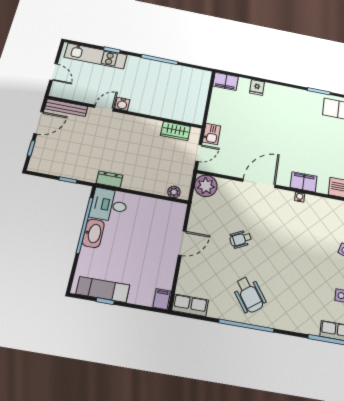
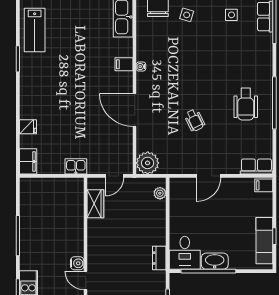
kitchen sink: (212, 134) -> (76, 166), moved
door: (199, 153) -> (114, 176), swing flipped
filing cabinet: (304, 182) -> (124, 64), width x0.50
door: (182, 243) -> (209, 176), swing flipped
wheelchair: (249, 295) -> (246, 104), turned 126
row of seats: (190, 305) -> (256, 167), moved, turned 90

